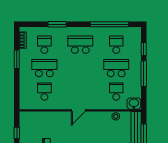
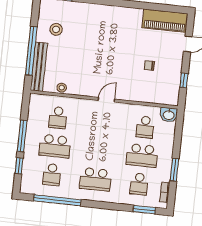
window: (57, 24) -> (144, 210), moved
washbasin: (134, 104) -> (169, 115), moved

